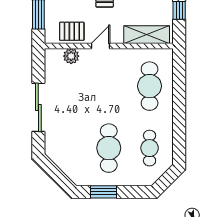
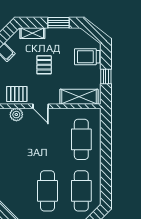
door: (101, 46) -> (41, 106), swing flipped
cafe table: (150, 148) -> (81, 191), width x1.37, depth x1.35

